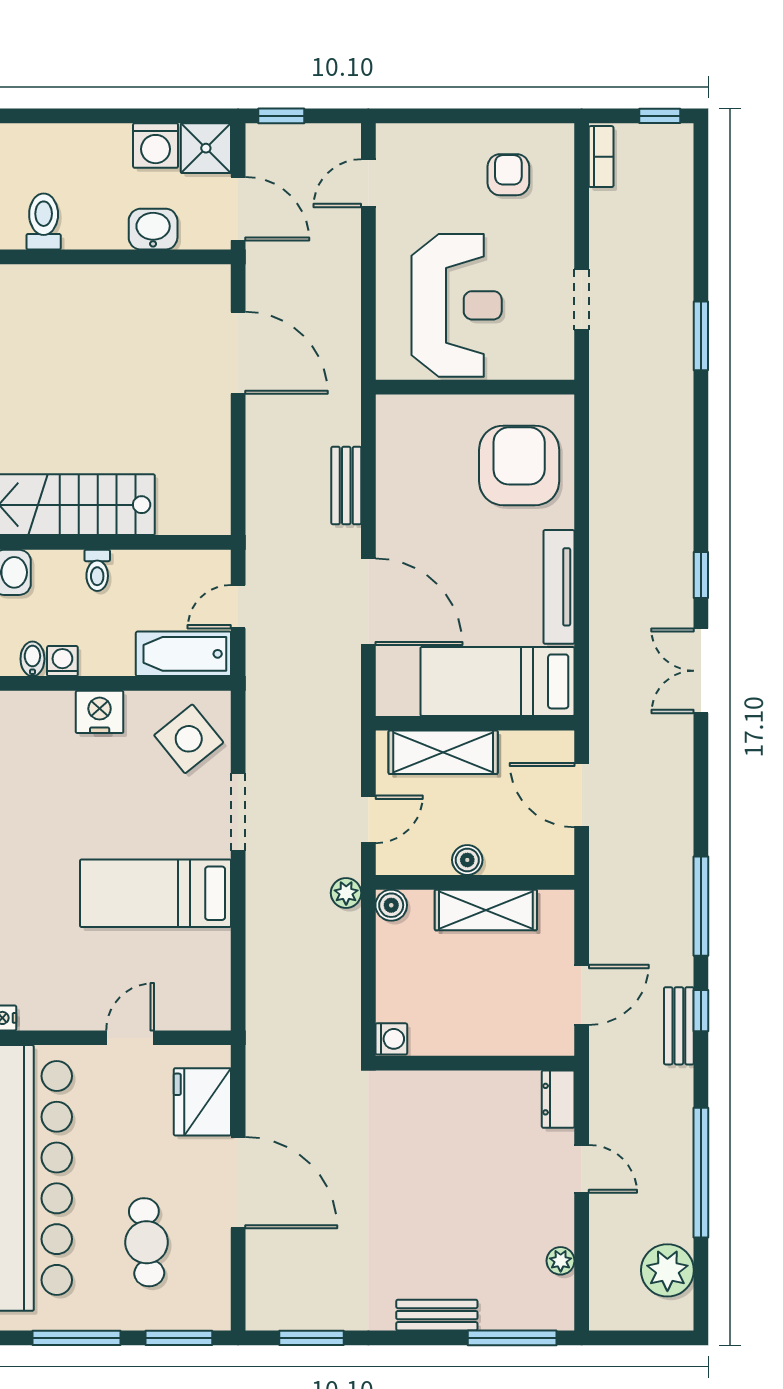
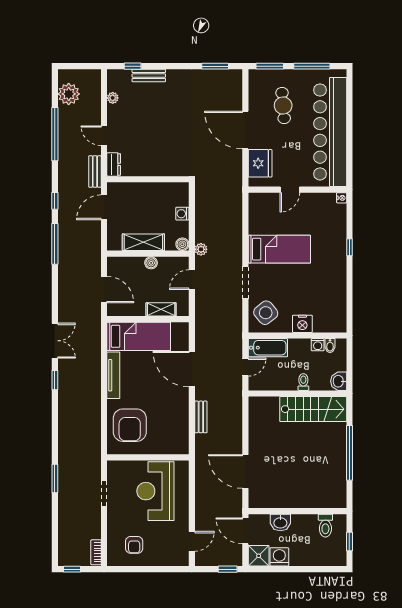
shelving: (443, 752) -> (161, 309), width x0.67, depth x0.75
bench: (679, 1026) -> (95, 171), moved
washing machine: (391, 1039) -> (182, 214), moved
bench: (437, 1315) -> (149, 76), moved
window: (512, 1338) -> (133, 66), width x0.46

